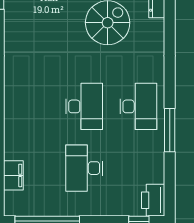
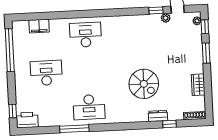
desk: (84, 106) -> (86, 35), moved, turned 180

